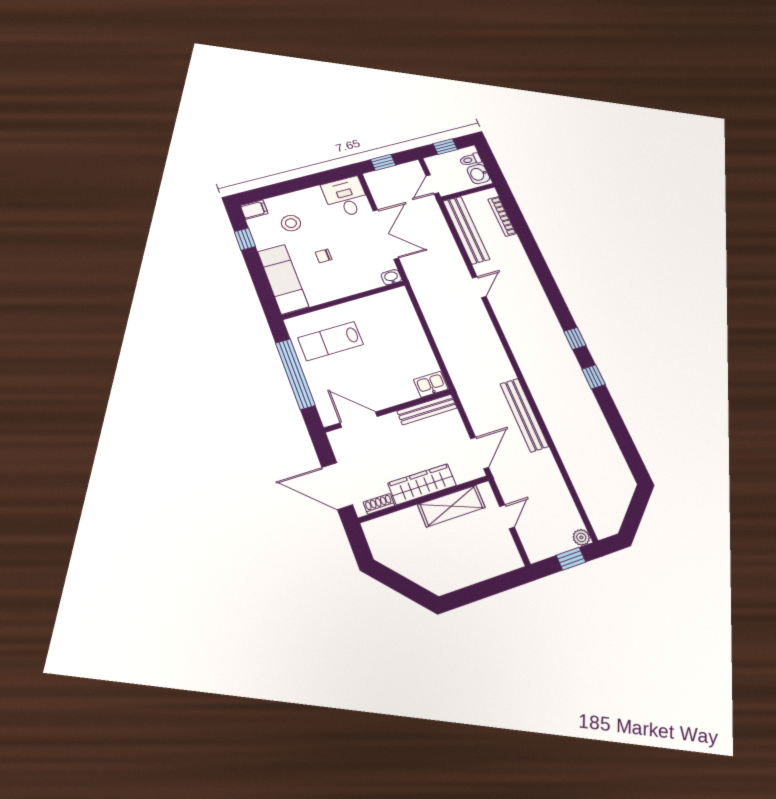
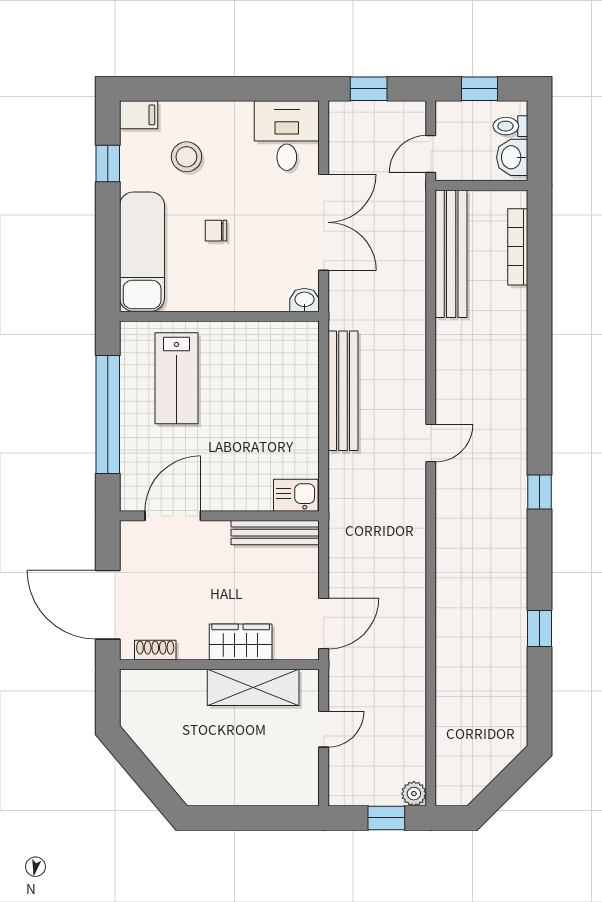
door: (479, 287) -> (431, 443), moved
lab bench: (331, 341) -> (176, 378), turned -90
window: (594, 377) -> (539, 628), moved
bench: (524, 415) -> (343, 391), moved
door: (359, 420) -> (173, 516), hinge flipped
wardrobe: (422, 484) -> (241, 642), width x0.67

